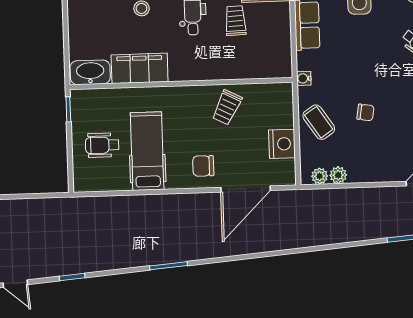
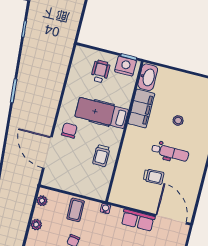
trolley: (227, 107) -> (101, 156), turned -117
coffee table: (319, 122) -> (76, 210), turned -56
nightstand: (282, 144) -> (126, 66), moved, turned 180
hospital bed: (147, 151) -> (102, 113), moved, turned 180
plant: (338, 175) -> (36, 225), moved

